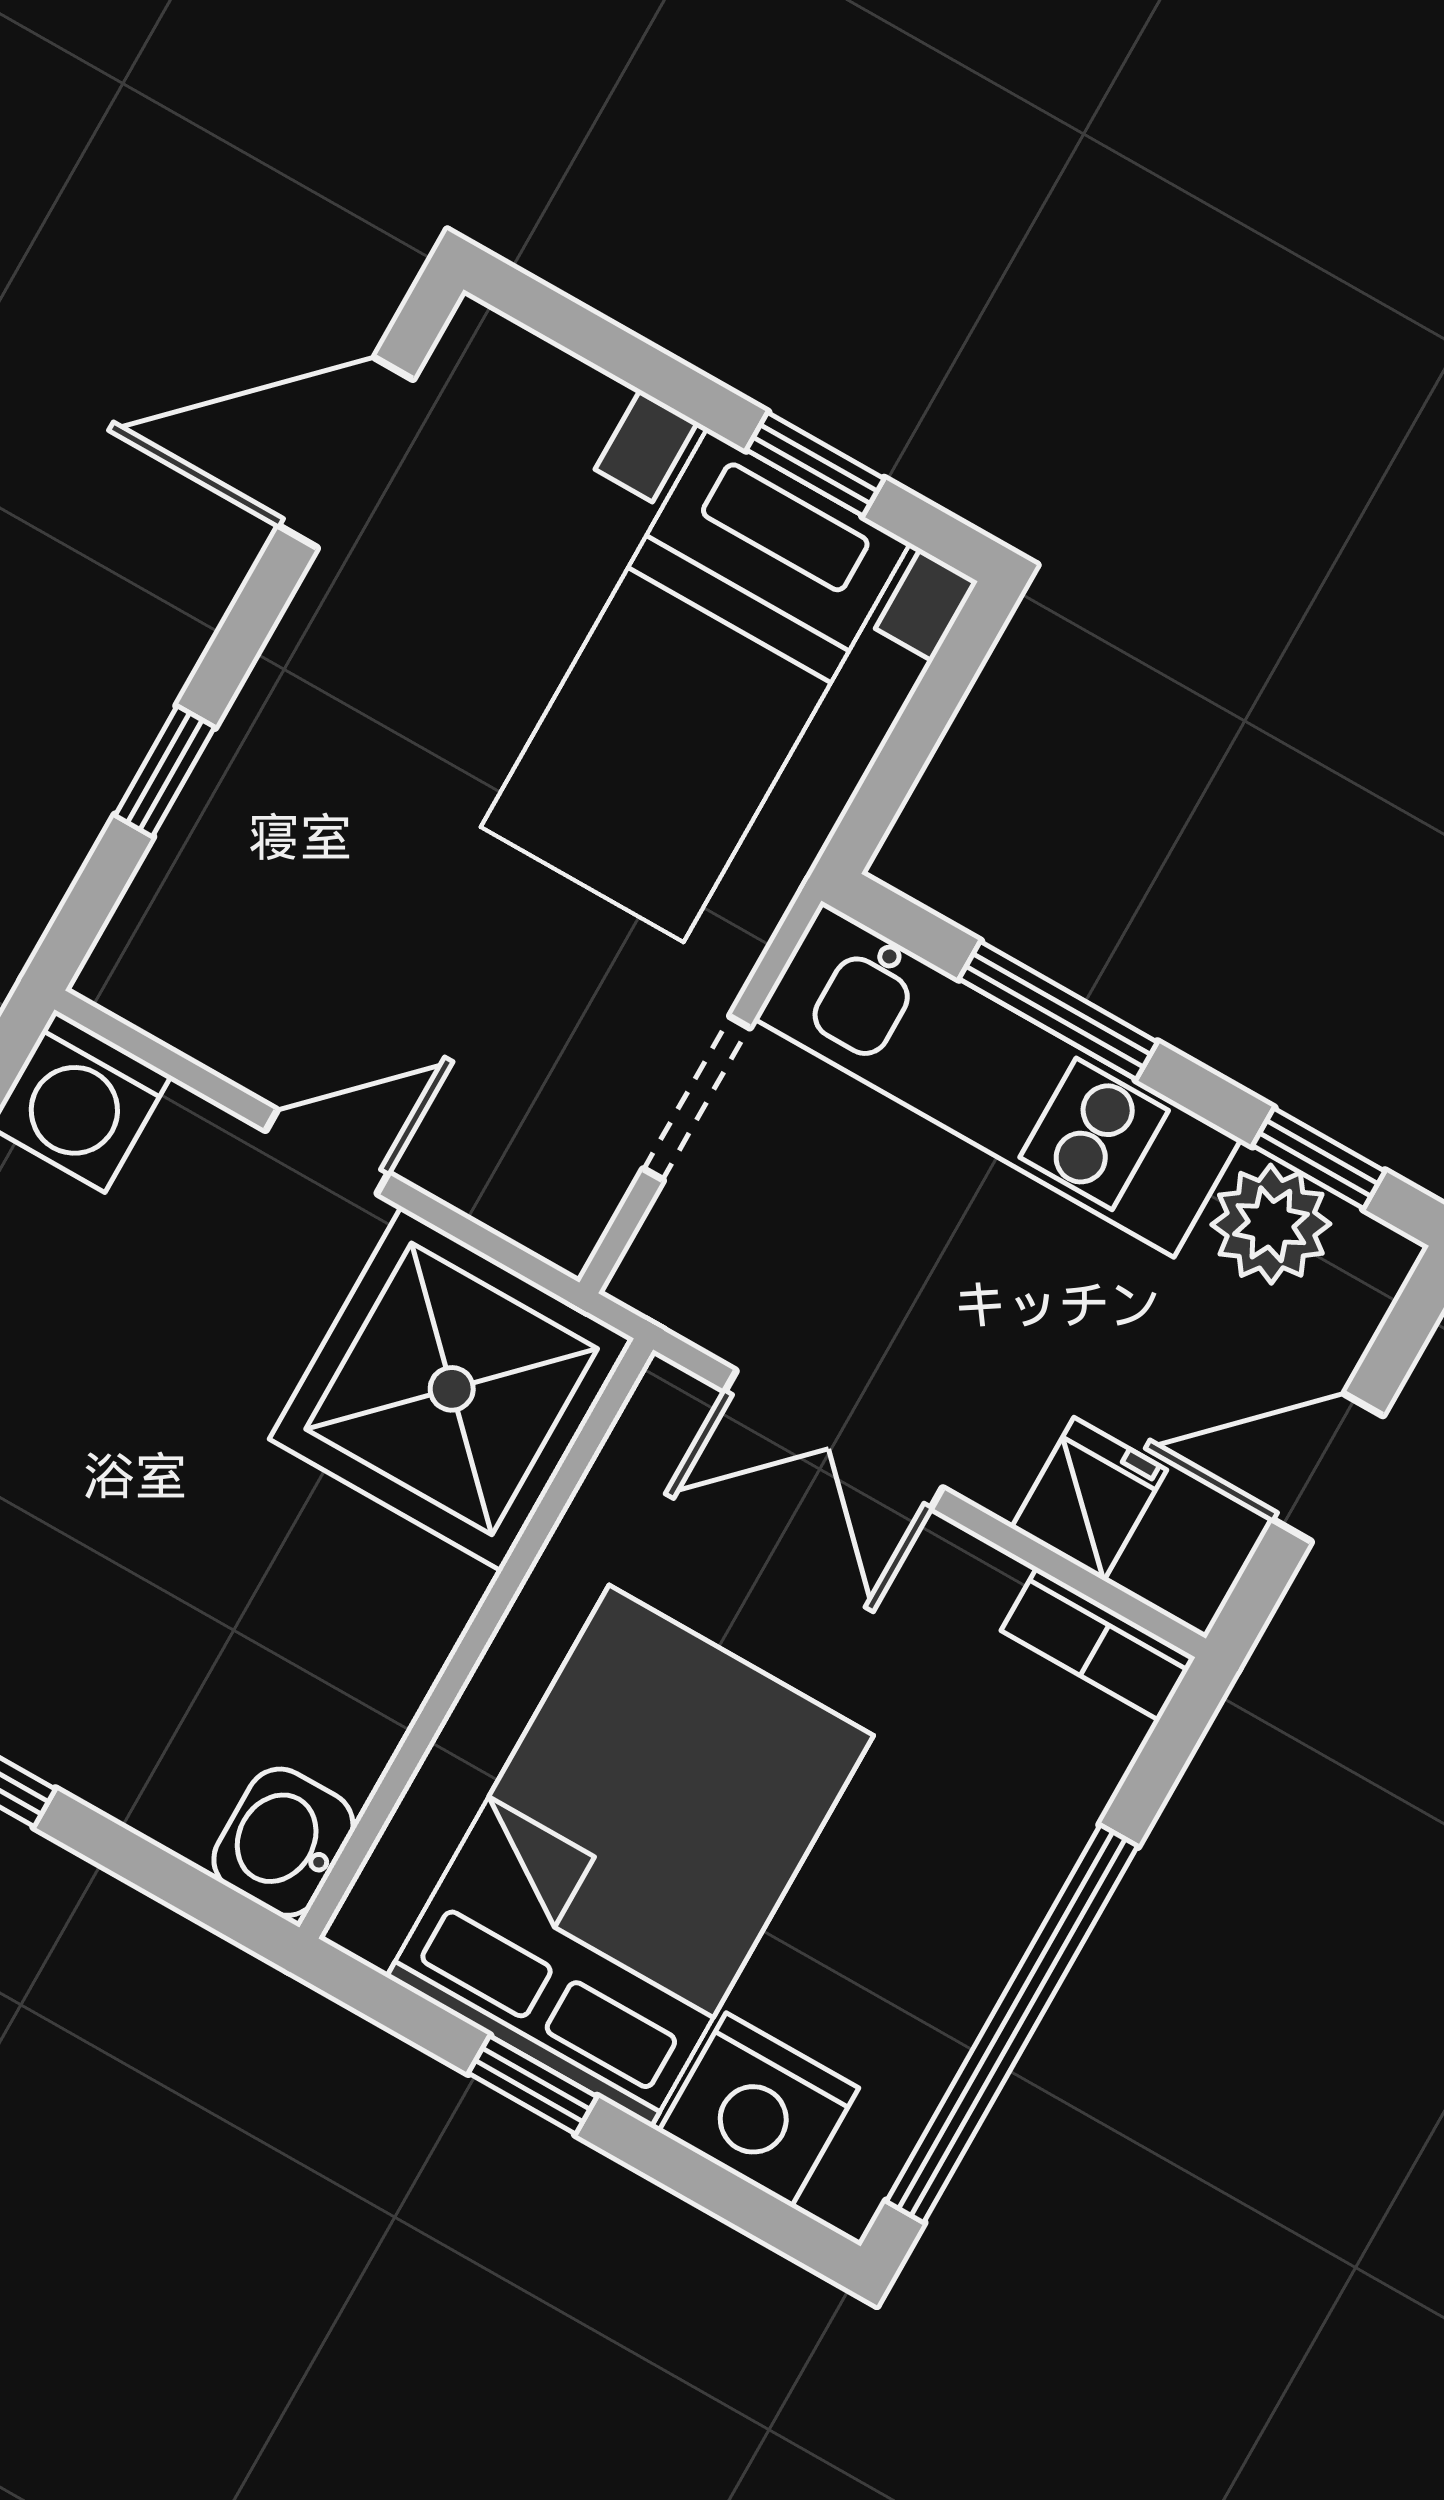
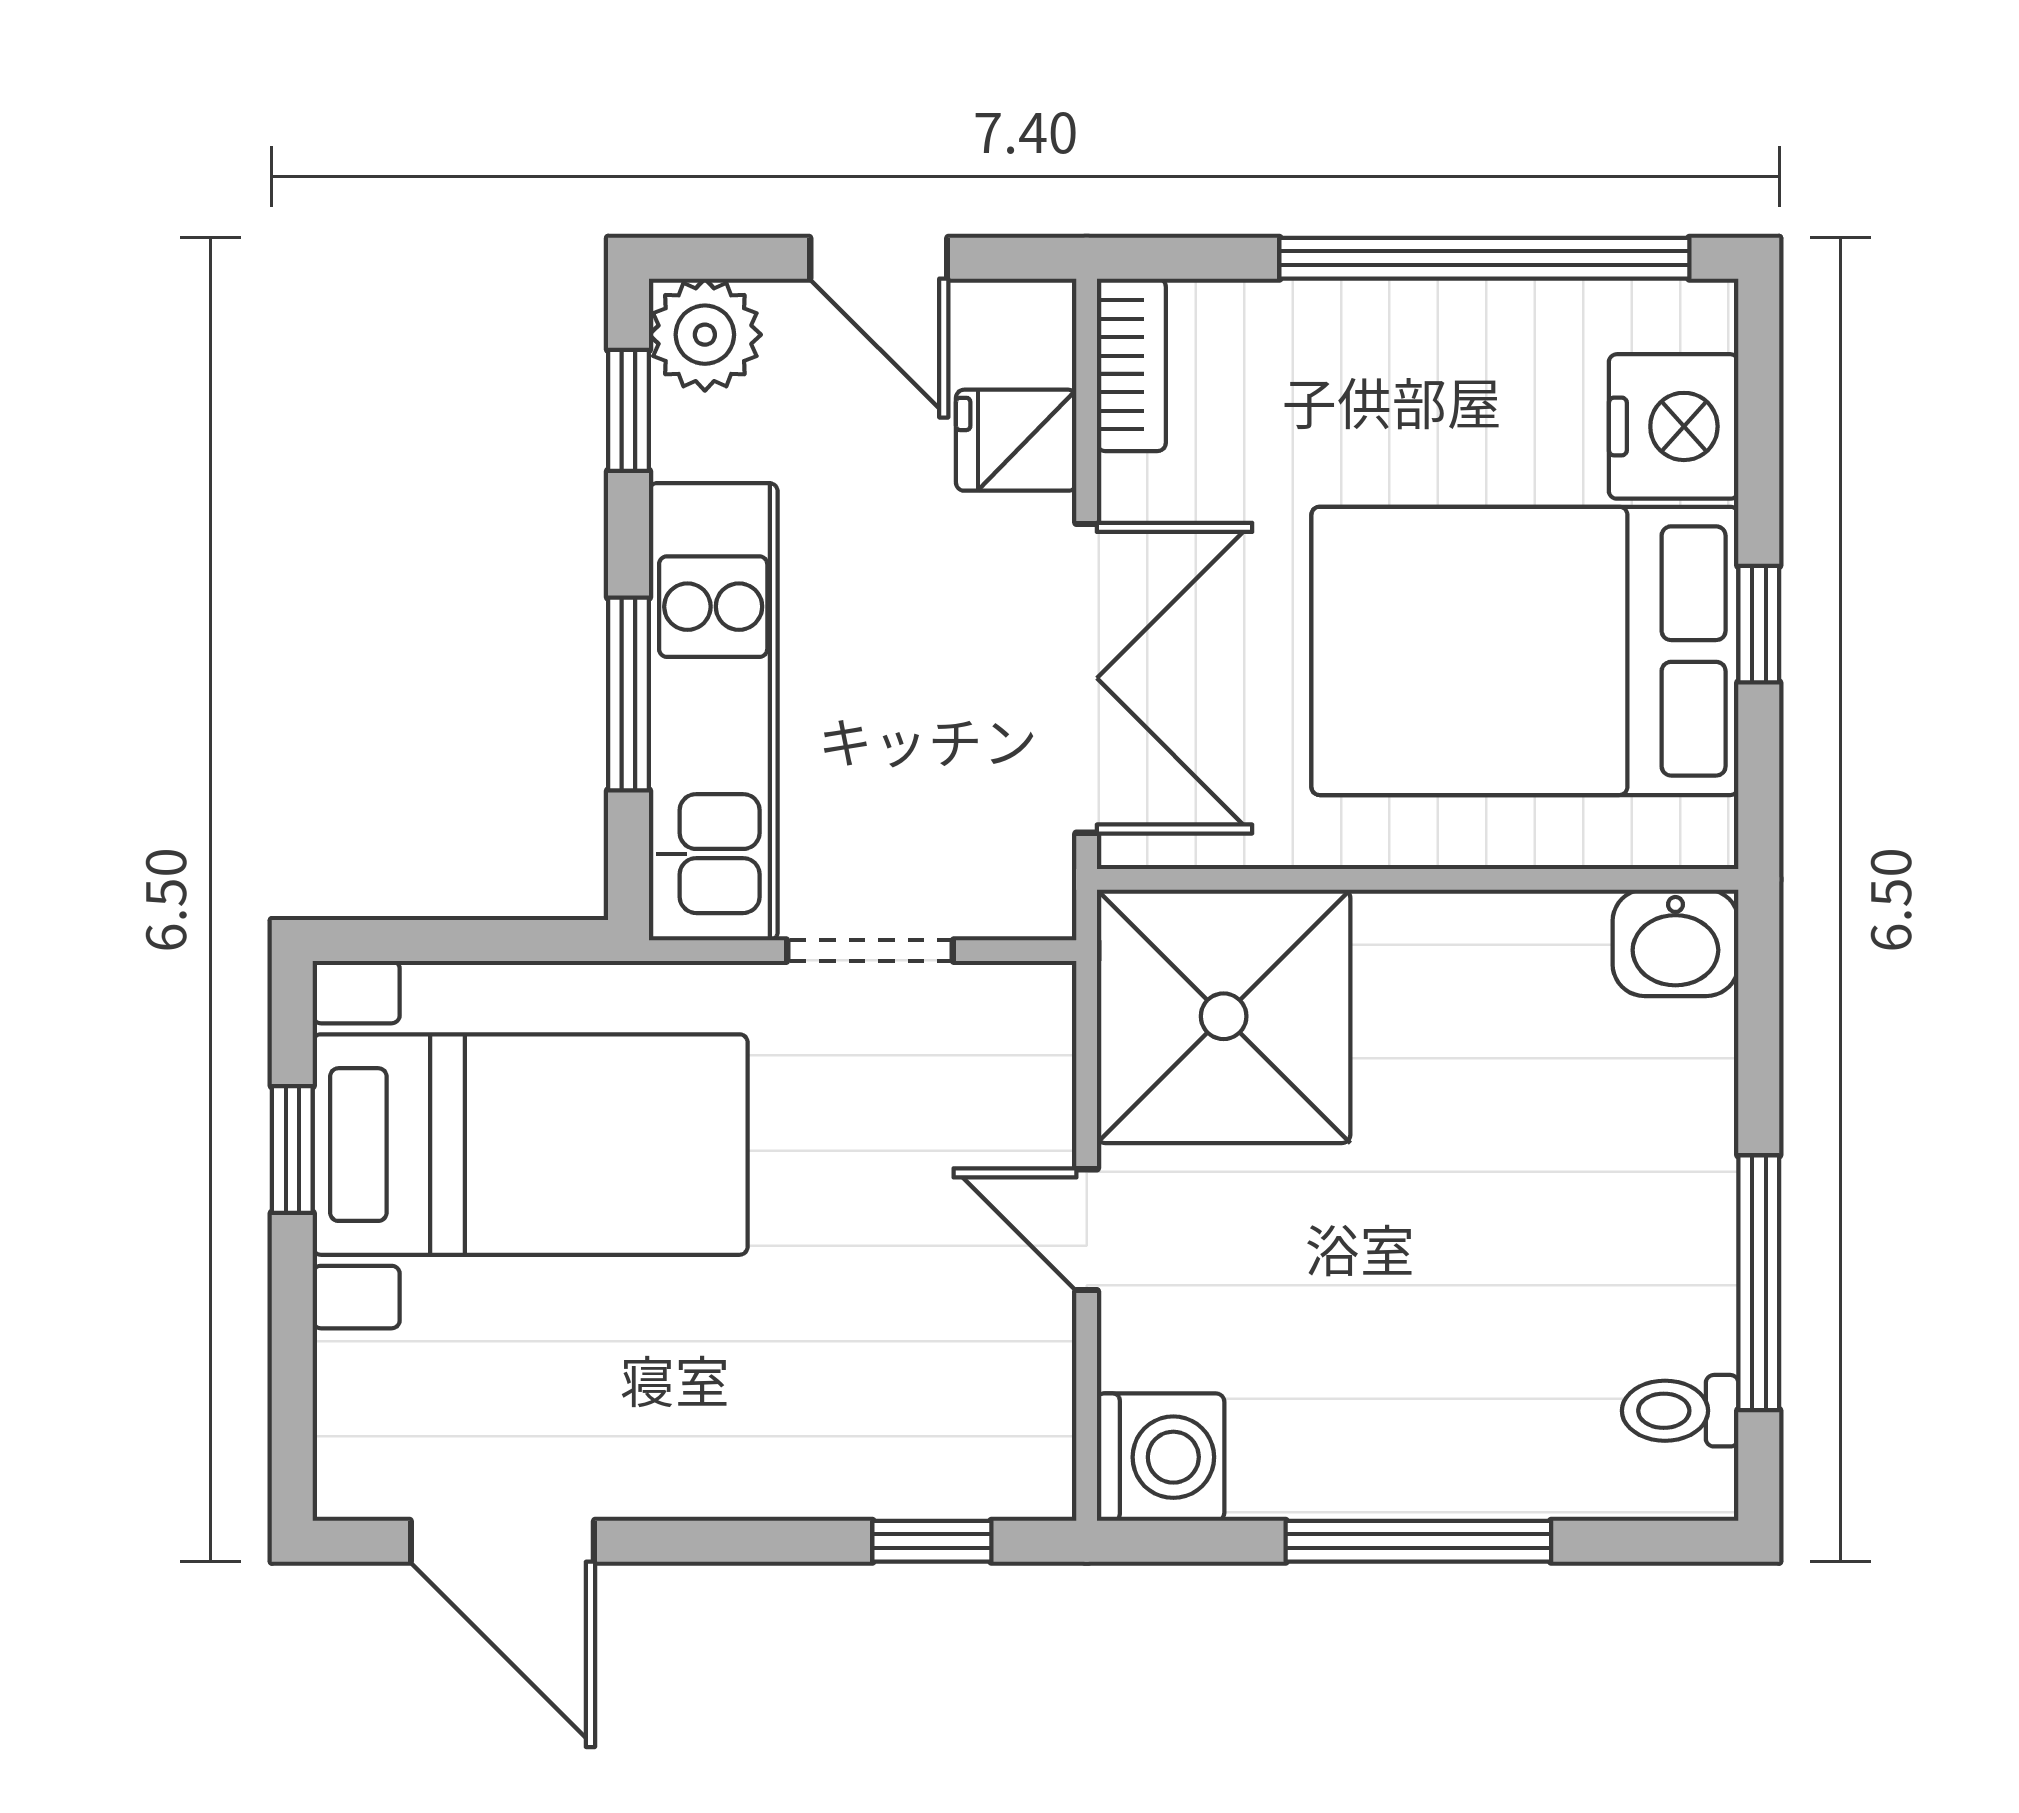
window: (165, 771) -> (932, 1541), moved
plant: (1271, 1224) -> (705, 335), moved
double door: (834, 1439) -> (1087, 678), width x1.37

